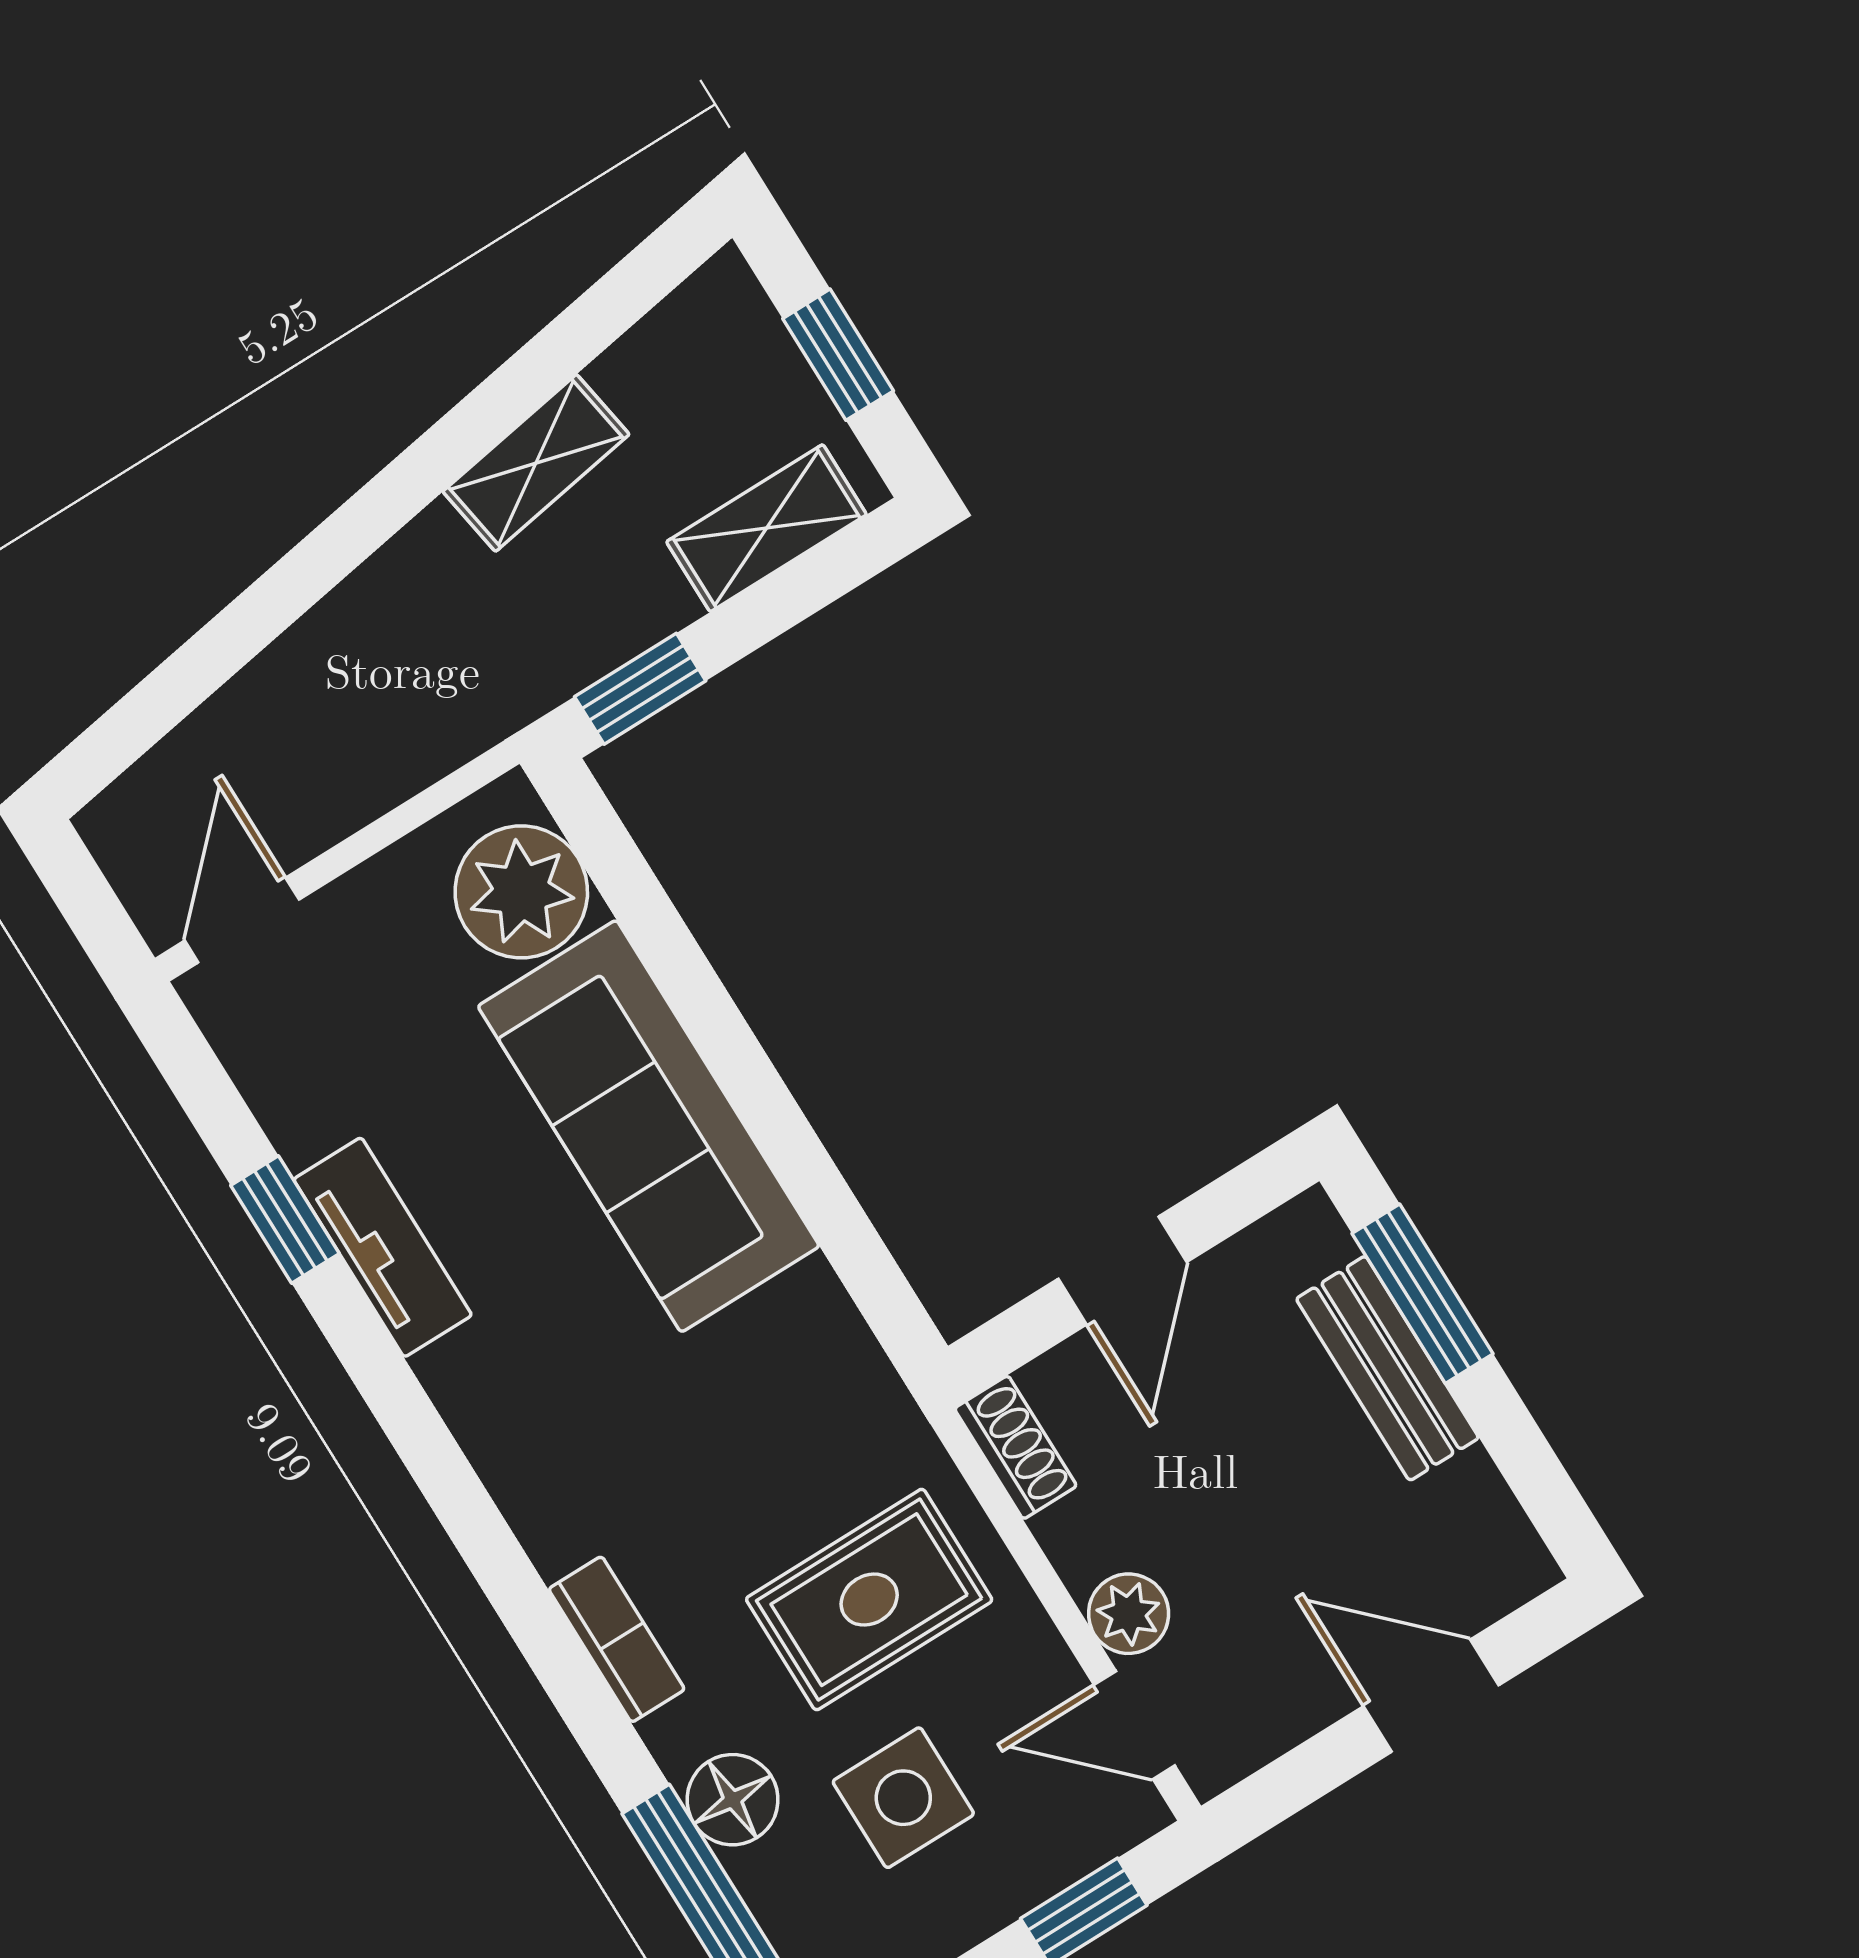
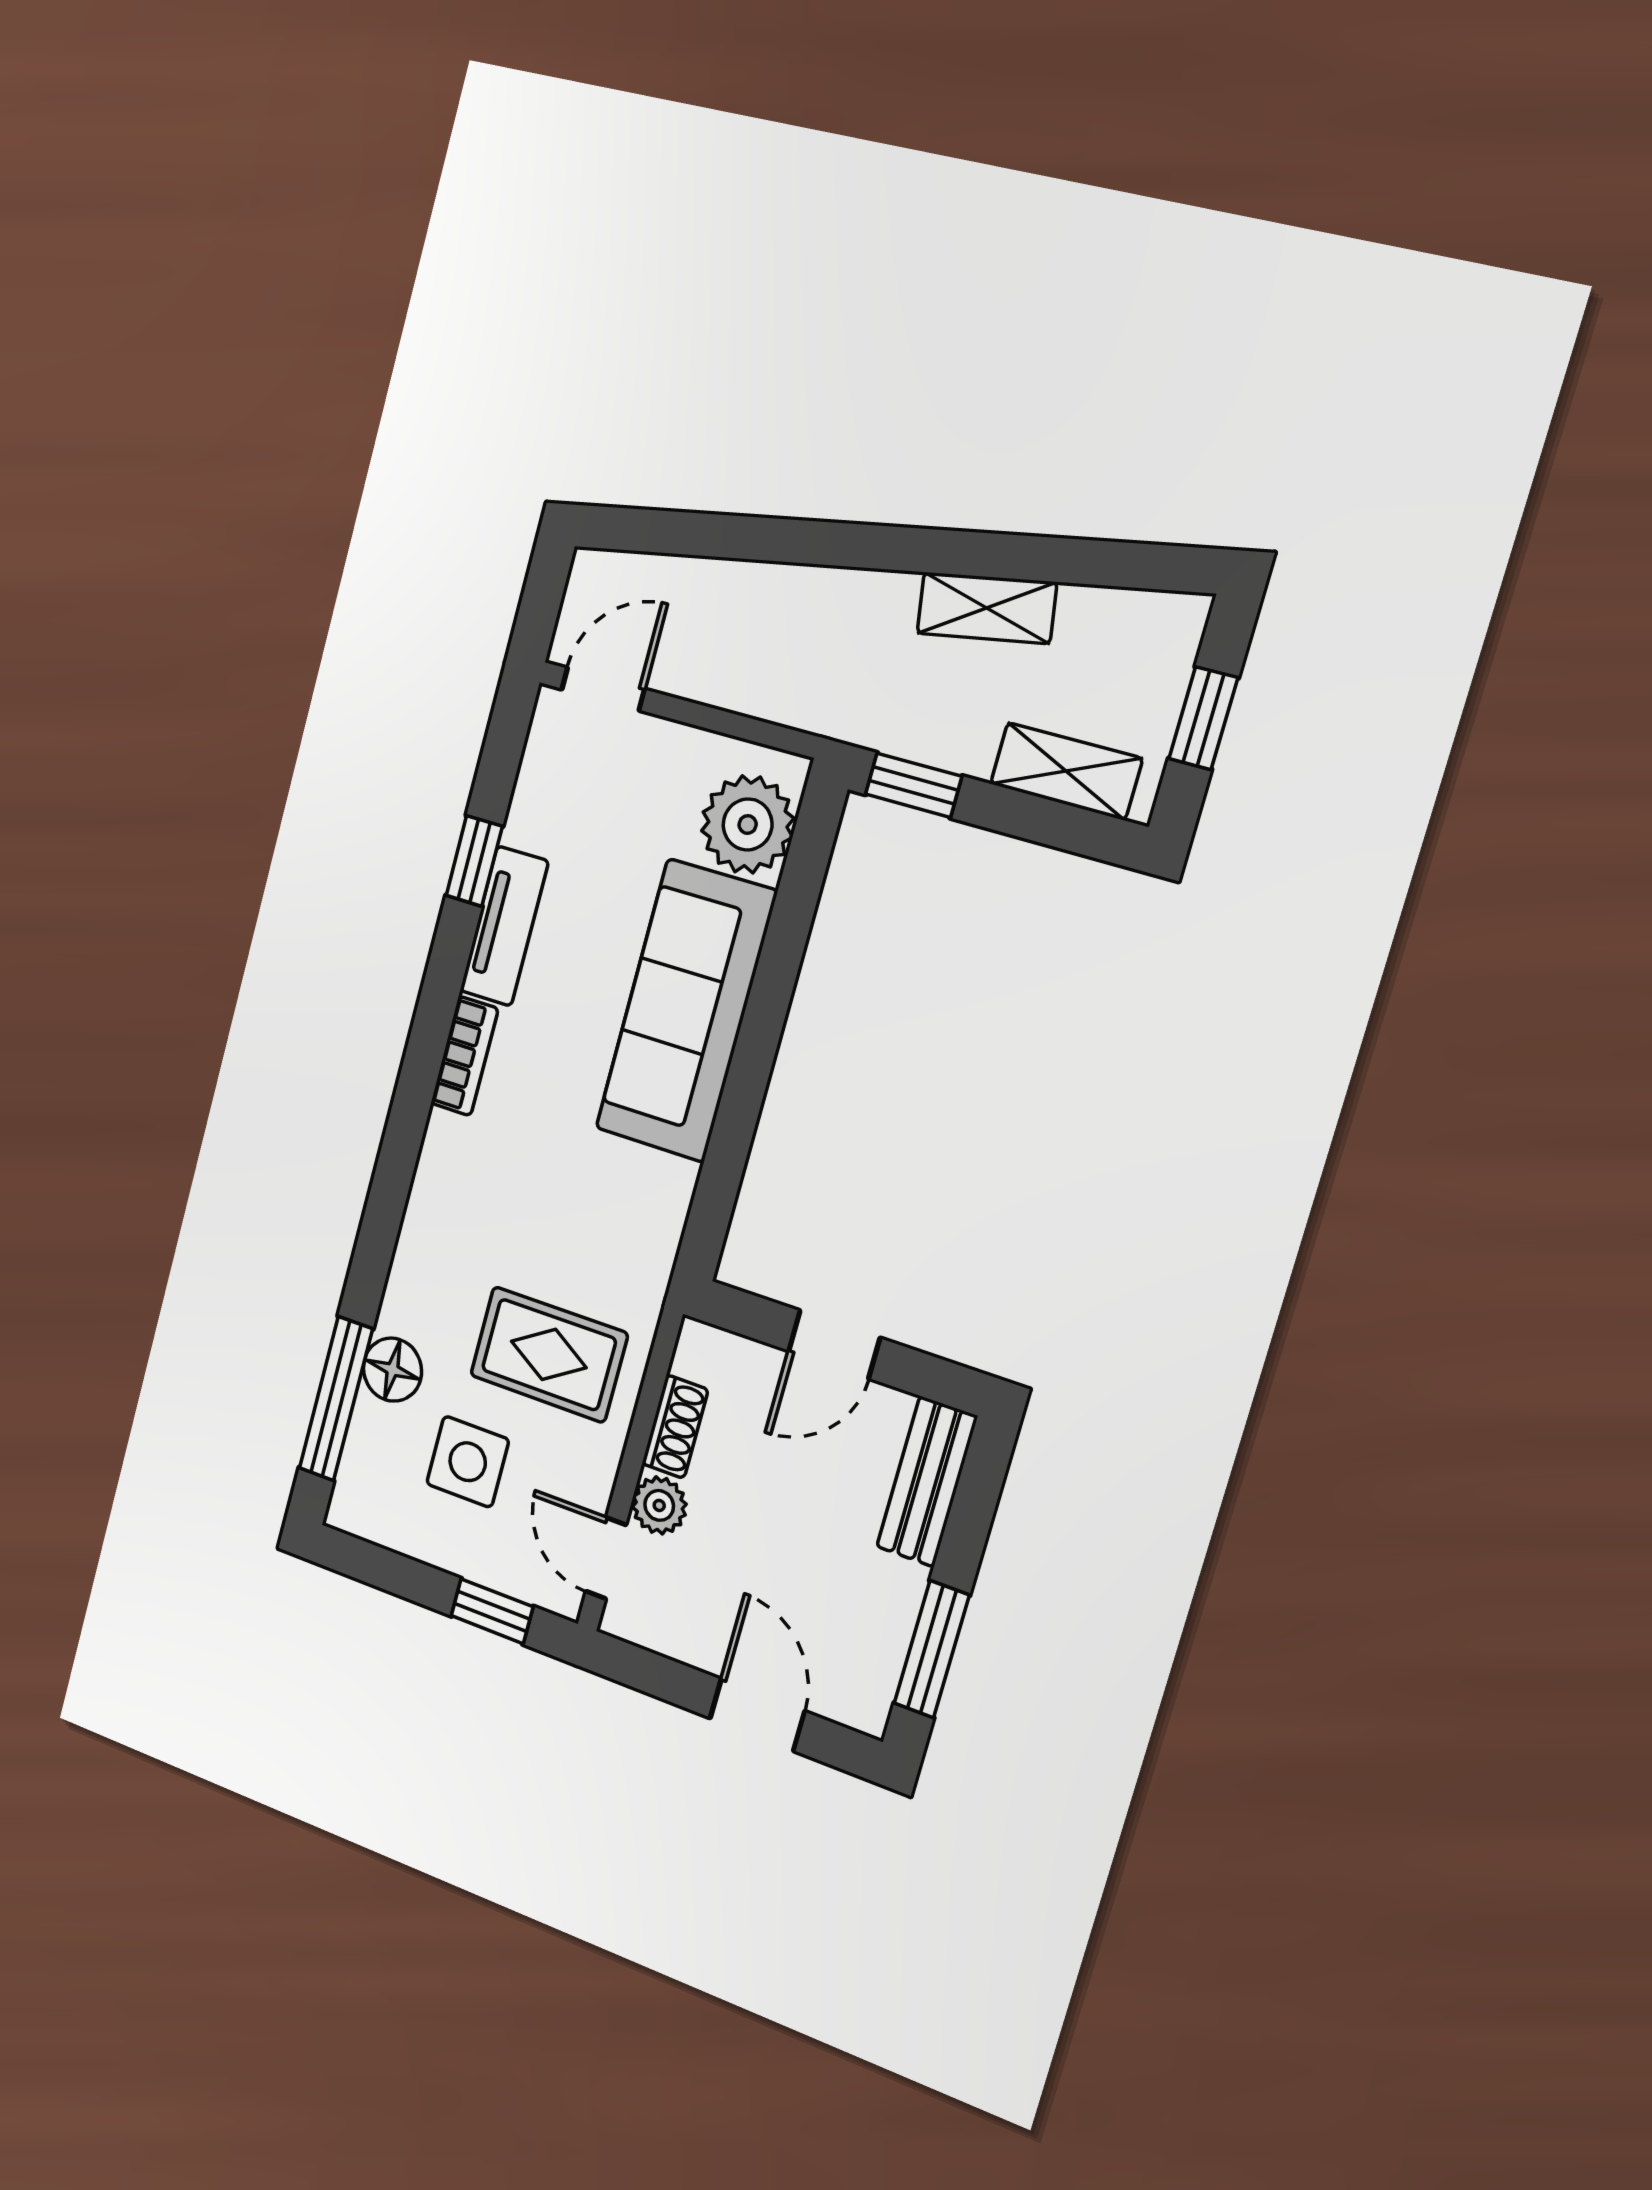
window: (1423, 1294) -> (932, 1649), moved
bench: (1387, 1368) -> (927, 1482), moved
shoe rack: (1015, 1447) -> (675, 1427), moved
bookcase: (617, 1639) -> (465, 1056), moved

